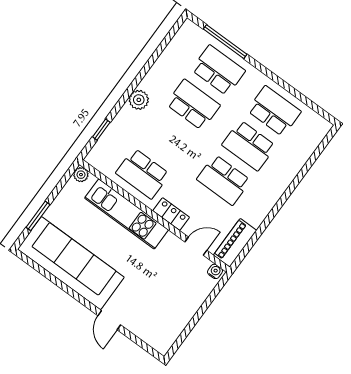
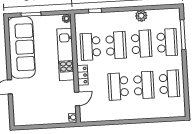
plant: (139, 100) -> (141, 16), moved
school desk: (168, 139) -> (116, 45), added
school desk: (249, 145) -> (144, 85), turned 180
piano: (235, 243) -> (93, 116), removed
door: (196, 246) -> (77, 99), hinge flipped

